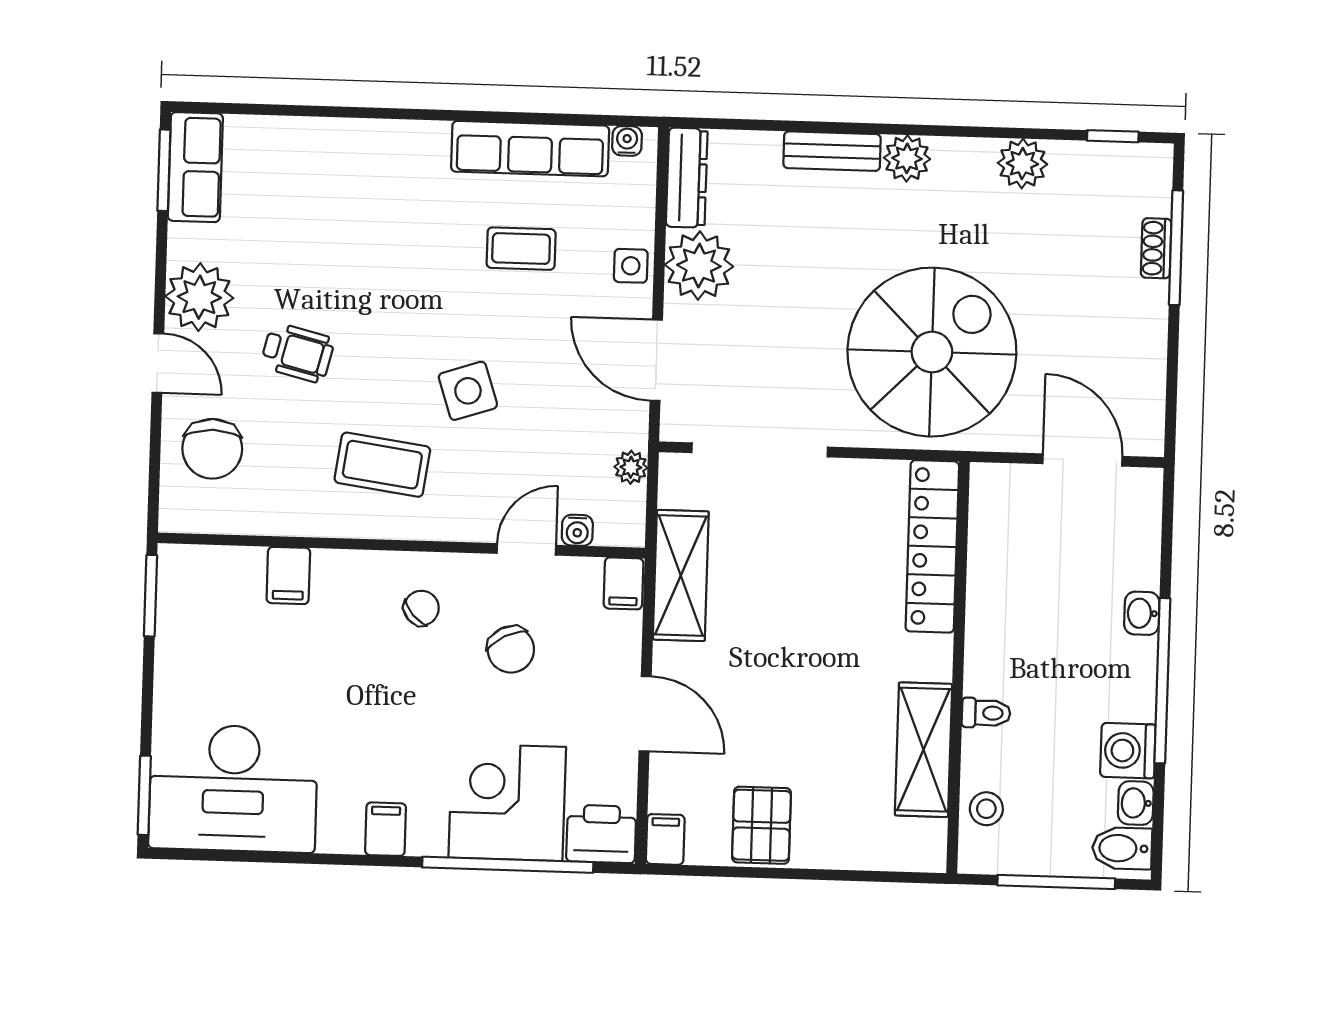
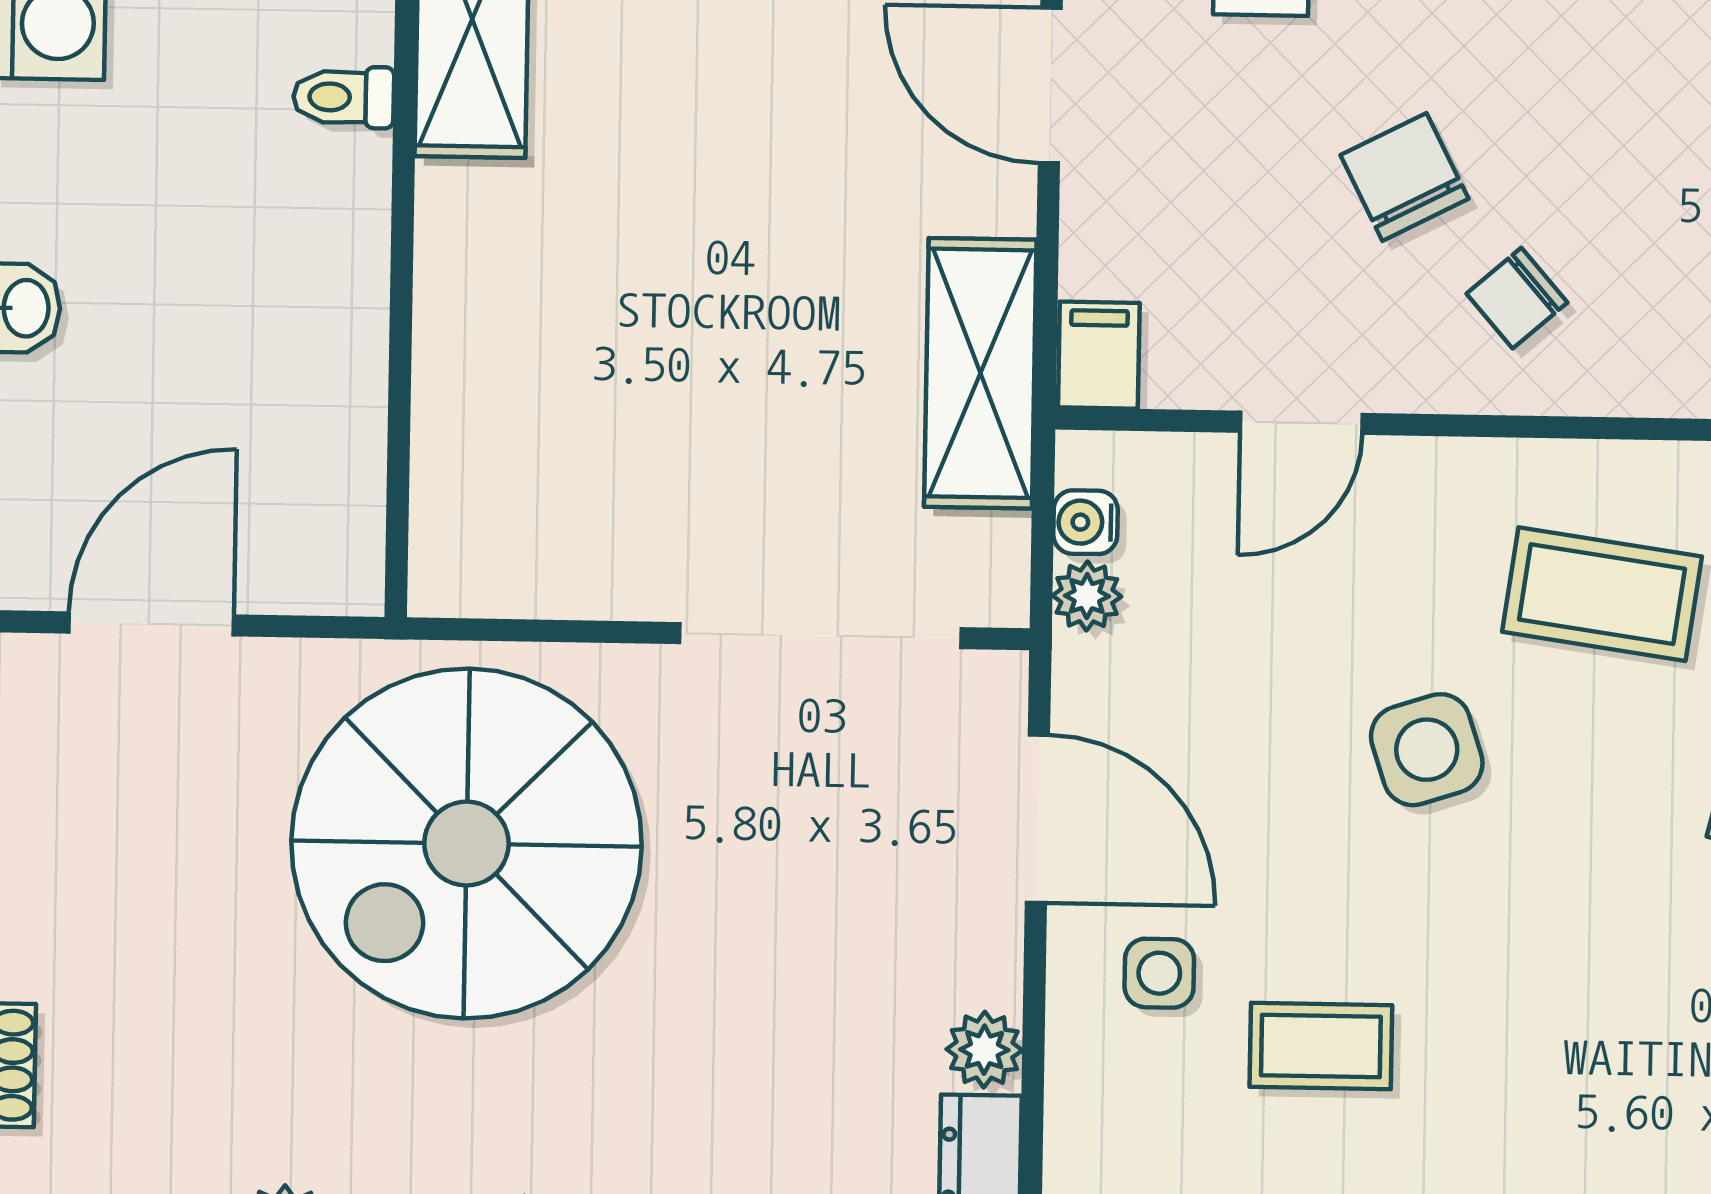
side table: (631, 266) -> (1159, 973), moved
plant: (699, 266) -> (984, 1050), width x0.53, depth x0.53
door: (1082, 460) -> (151, 624), swing flipped
water cooler: (577, 530) -> (1085, 522), moved, turned -90
locker: (932, 546) -> (460, 441), removed
chair: (511, 649) -> (1404, 177), moved

